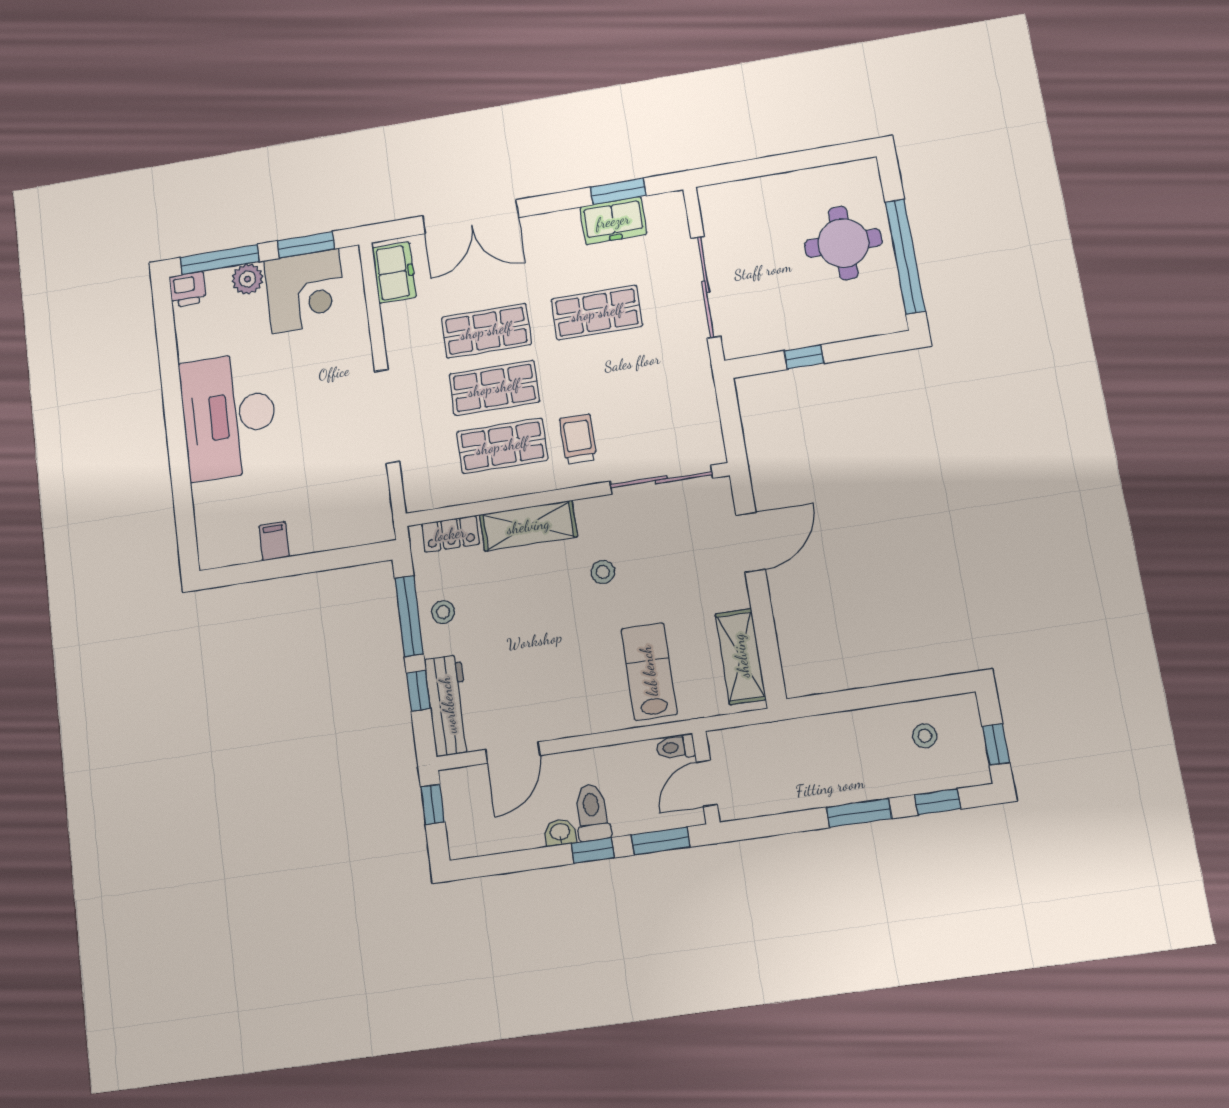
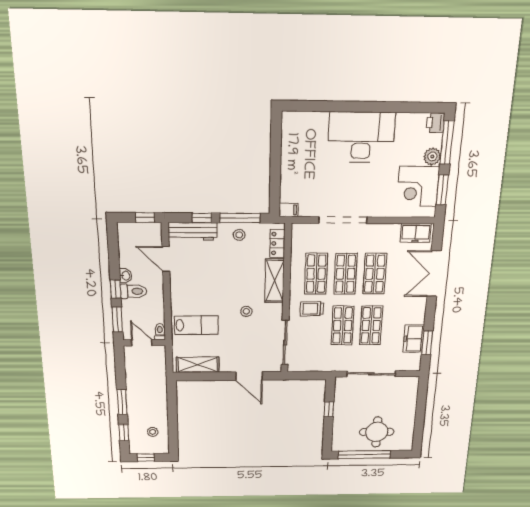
shop shelf: (605, 370) -> (343, 326), added
trolley: (578, 439) -> (312, 309), turned 180
filing cabinet: (274, 541) -> (289, 210), moved

